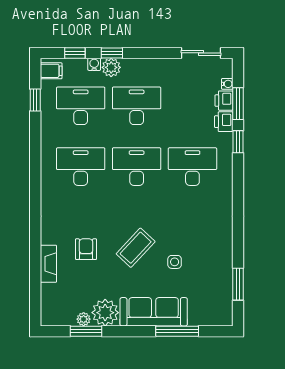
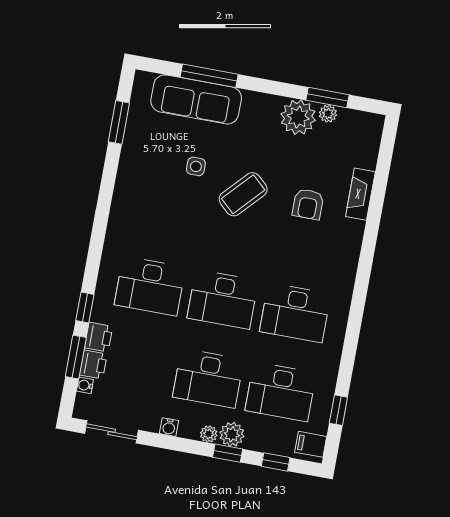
water cooler: (94, 64) -> (169, 427), moved
plant: (128, 65) -> (209, 434), added
sofa: (154, 312) -> (196, 99), moved

